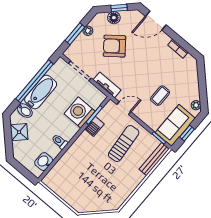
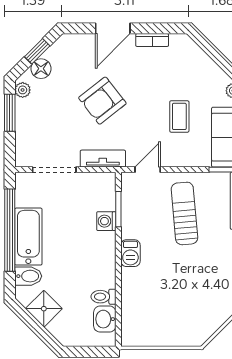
door: (156, 21) -> (113, 28), moved
plant: (88, 31) -> (23, 90), moved
window: (75, 34) -> (10, 113), moved
armchair: (114, 46) -> (102, 101), moved
washing machine: (80, 112) -> (106, 221), width x0.53, depth x0.53
barbecue: (94, 126) -> (130, 253), moved
toilet: (60, 142) -> (104, 297), moved

